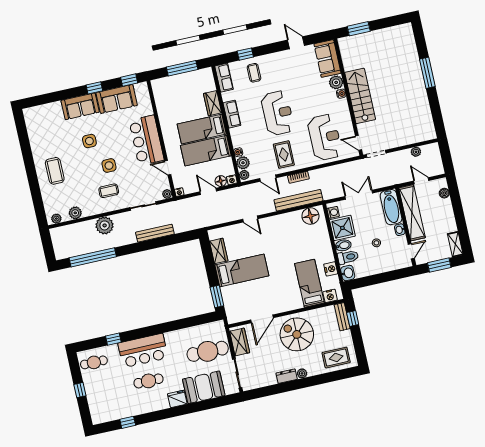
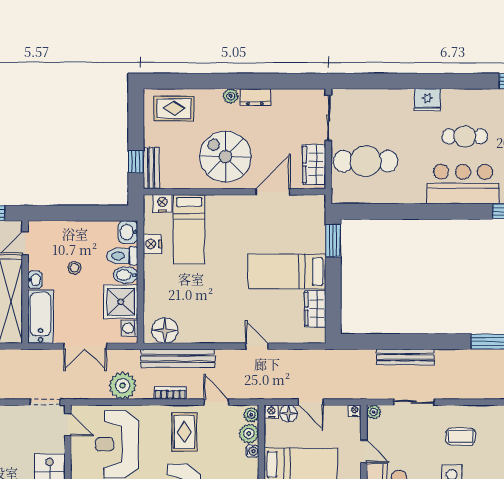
plant: (105, 225) -> (123, 386), moved
spiral stairs: (297, 334) -> (225, 157), turned 180
booth: (204, 387) -> (384, 108), removed

